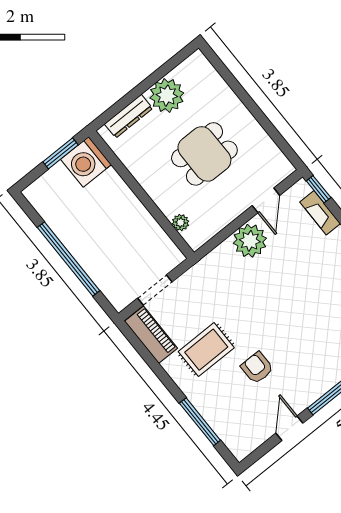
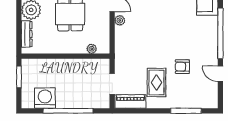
washing machine: (86, 162) -> (45, 98), moved, turned 180
plant: (250, 241) -> (120, 20), width x0.53, depth x0.53

